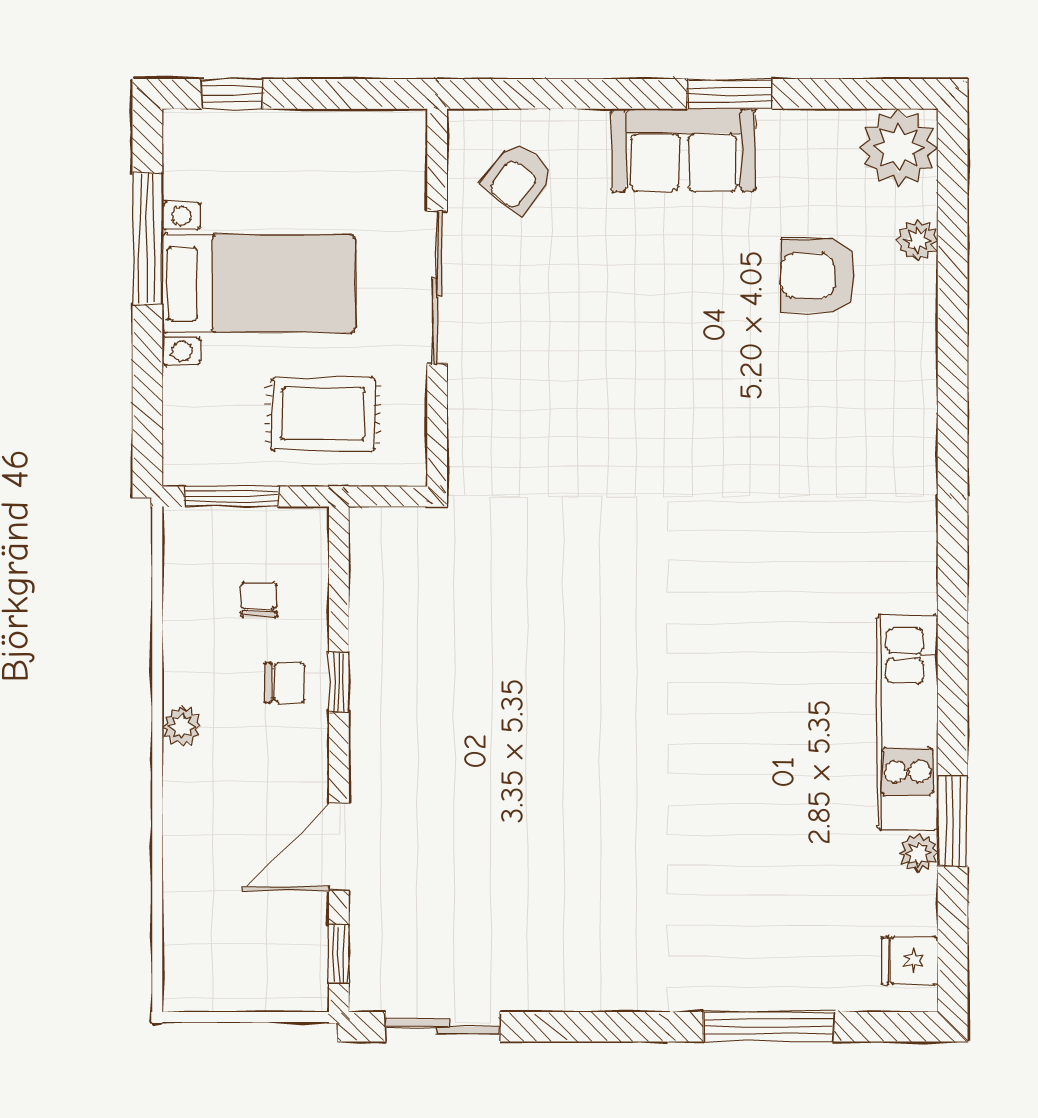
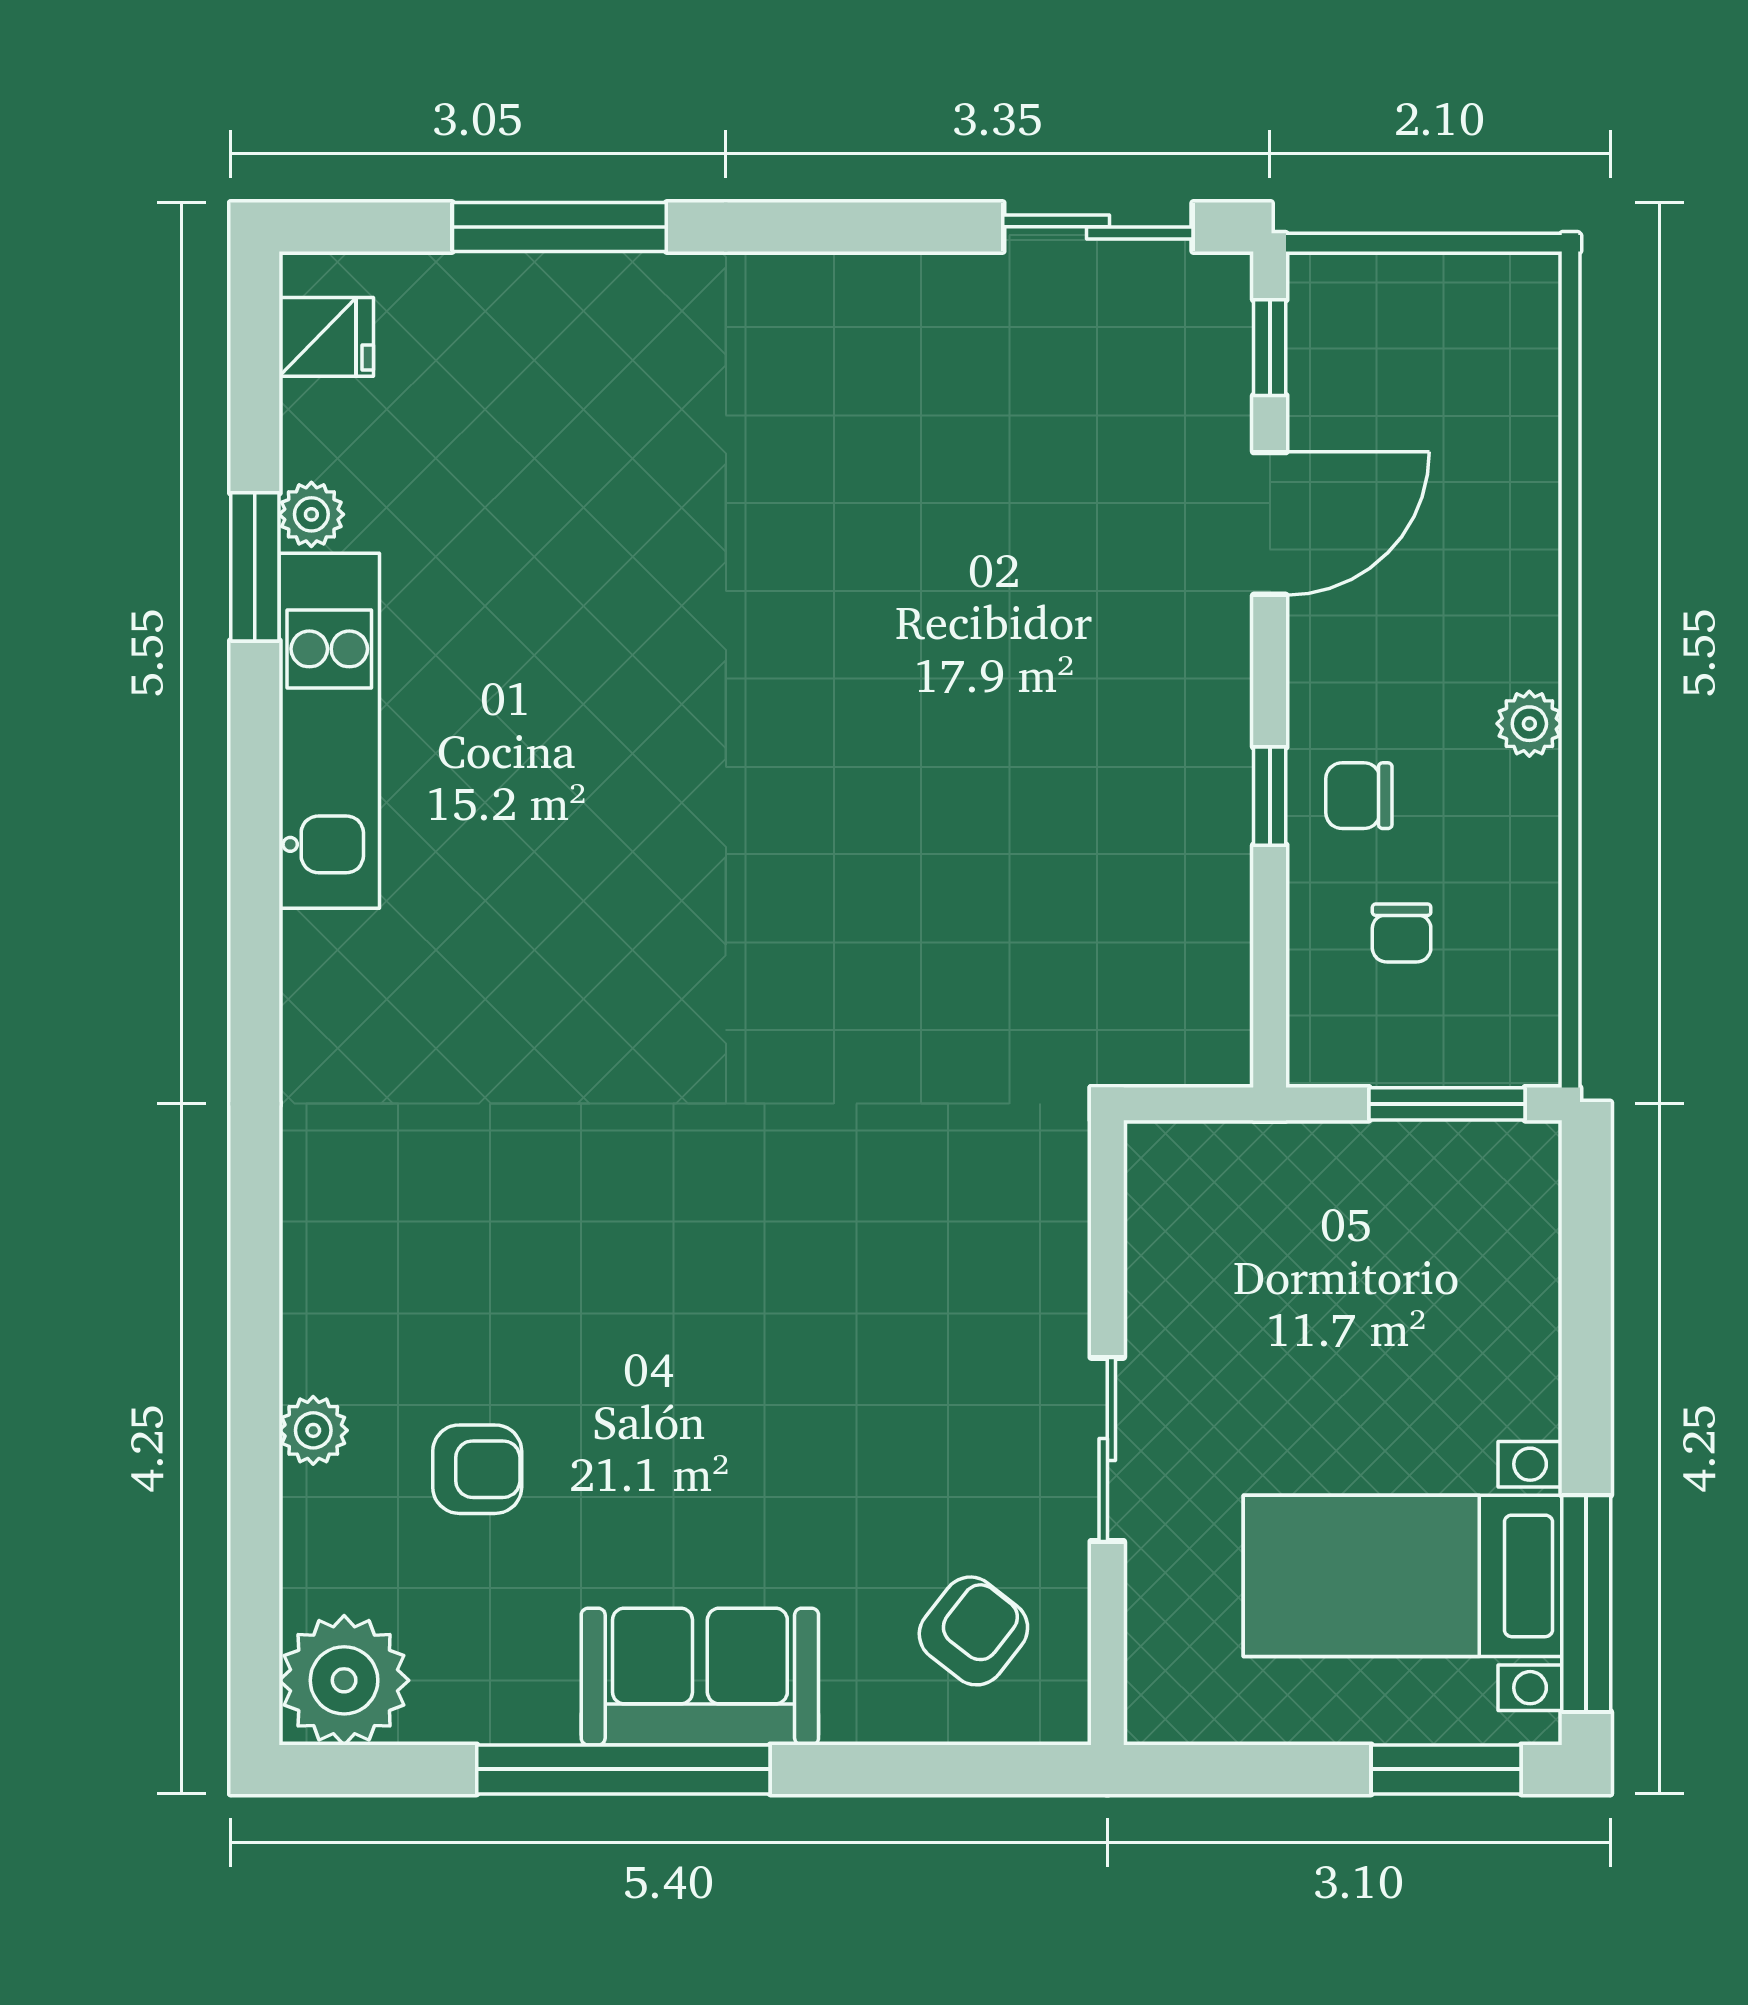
window: (232, 94) -> (1446, 1769), width x1.50
window: (730, 94) -> (623, 1769), width x2.11
window: (147, 238) -> (1586, 1604), moved
plant: (917, 240) -> (313, 1430), moved
armchair: (818, 275) -> (477, 1469), width x0.72, depth x0.72
bed with nightstands: (258, 283) -> (1403, 1576), moved
sliding door: (437, 287) -> (1107, 1449), width x0.73
rug: (323, 414) -> (1296, 1240), removed

